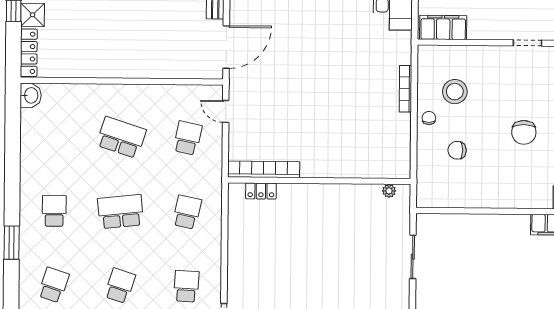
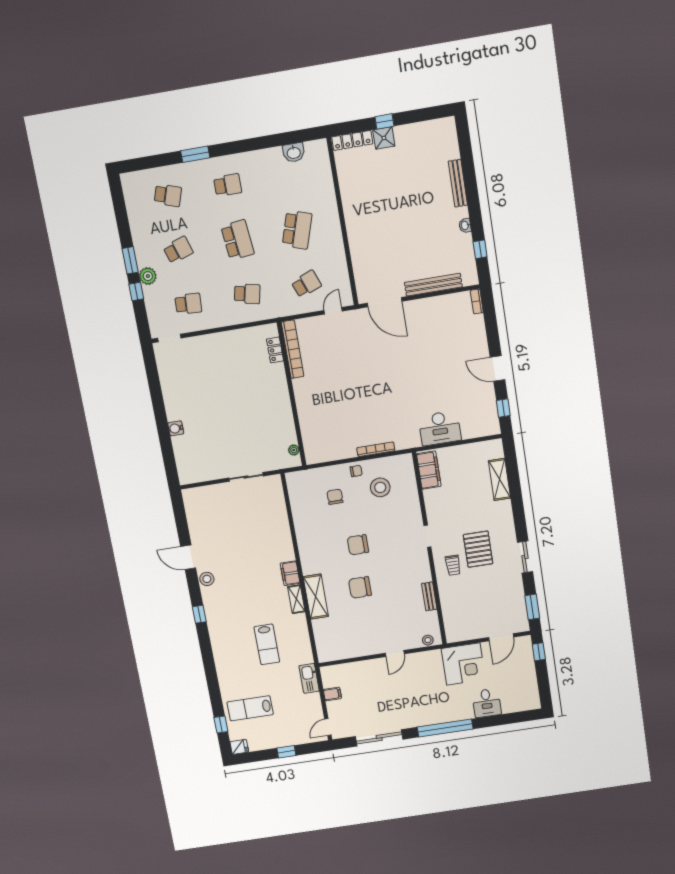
washbasin: (31, 95) -> (294, 152), moved
school desk: (188, 138) -> (306, 284), turned -33
school desk: (120, 286) -> (178, 250), turned -36

